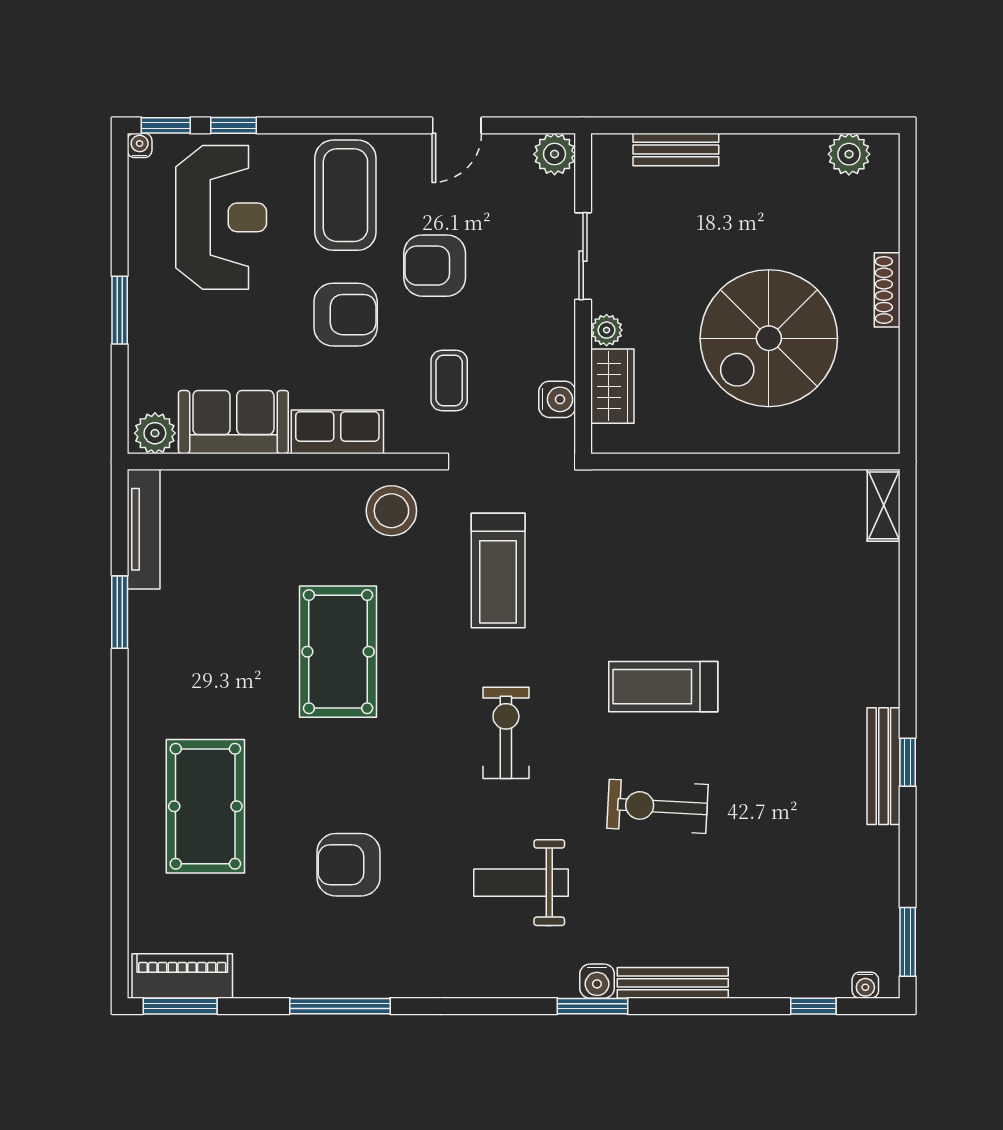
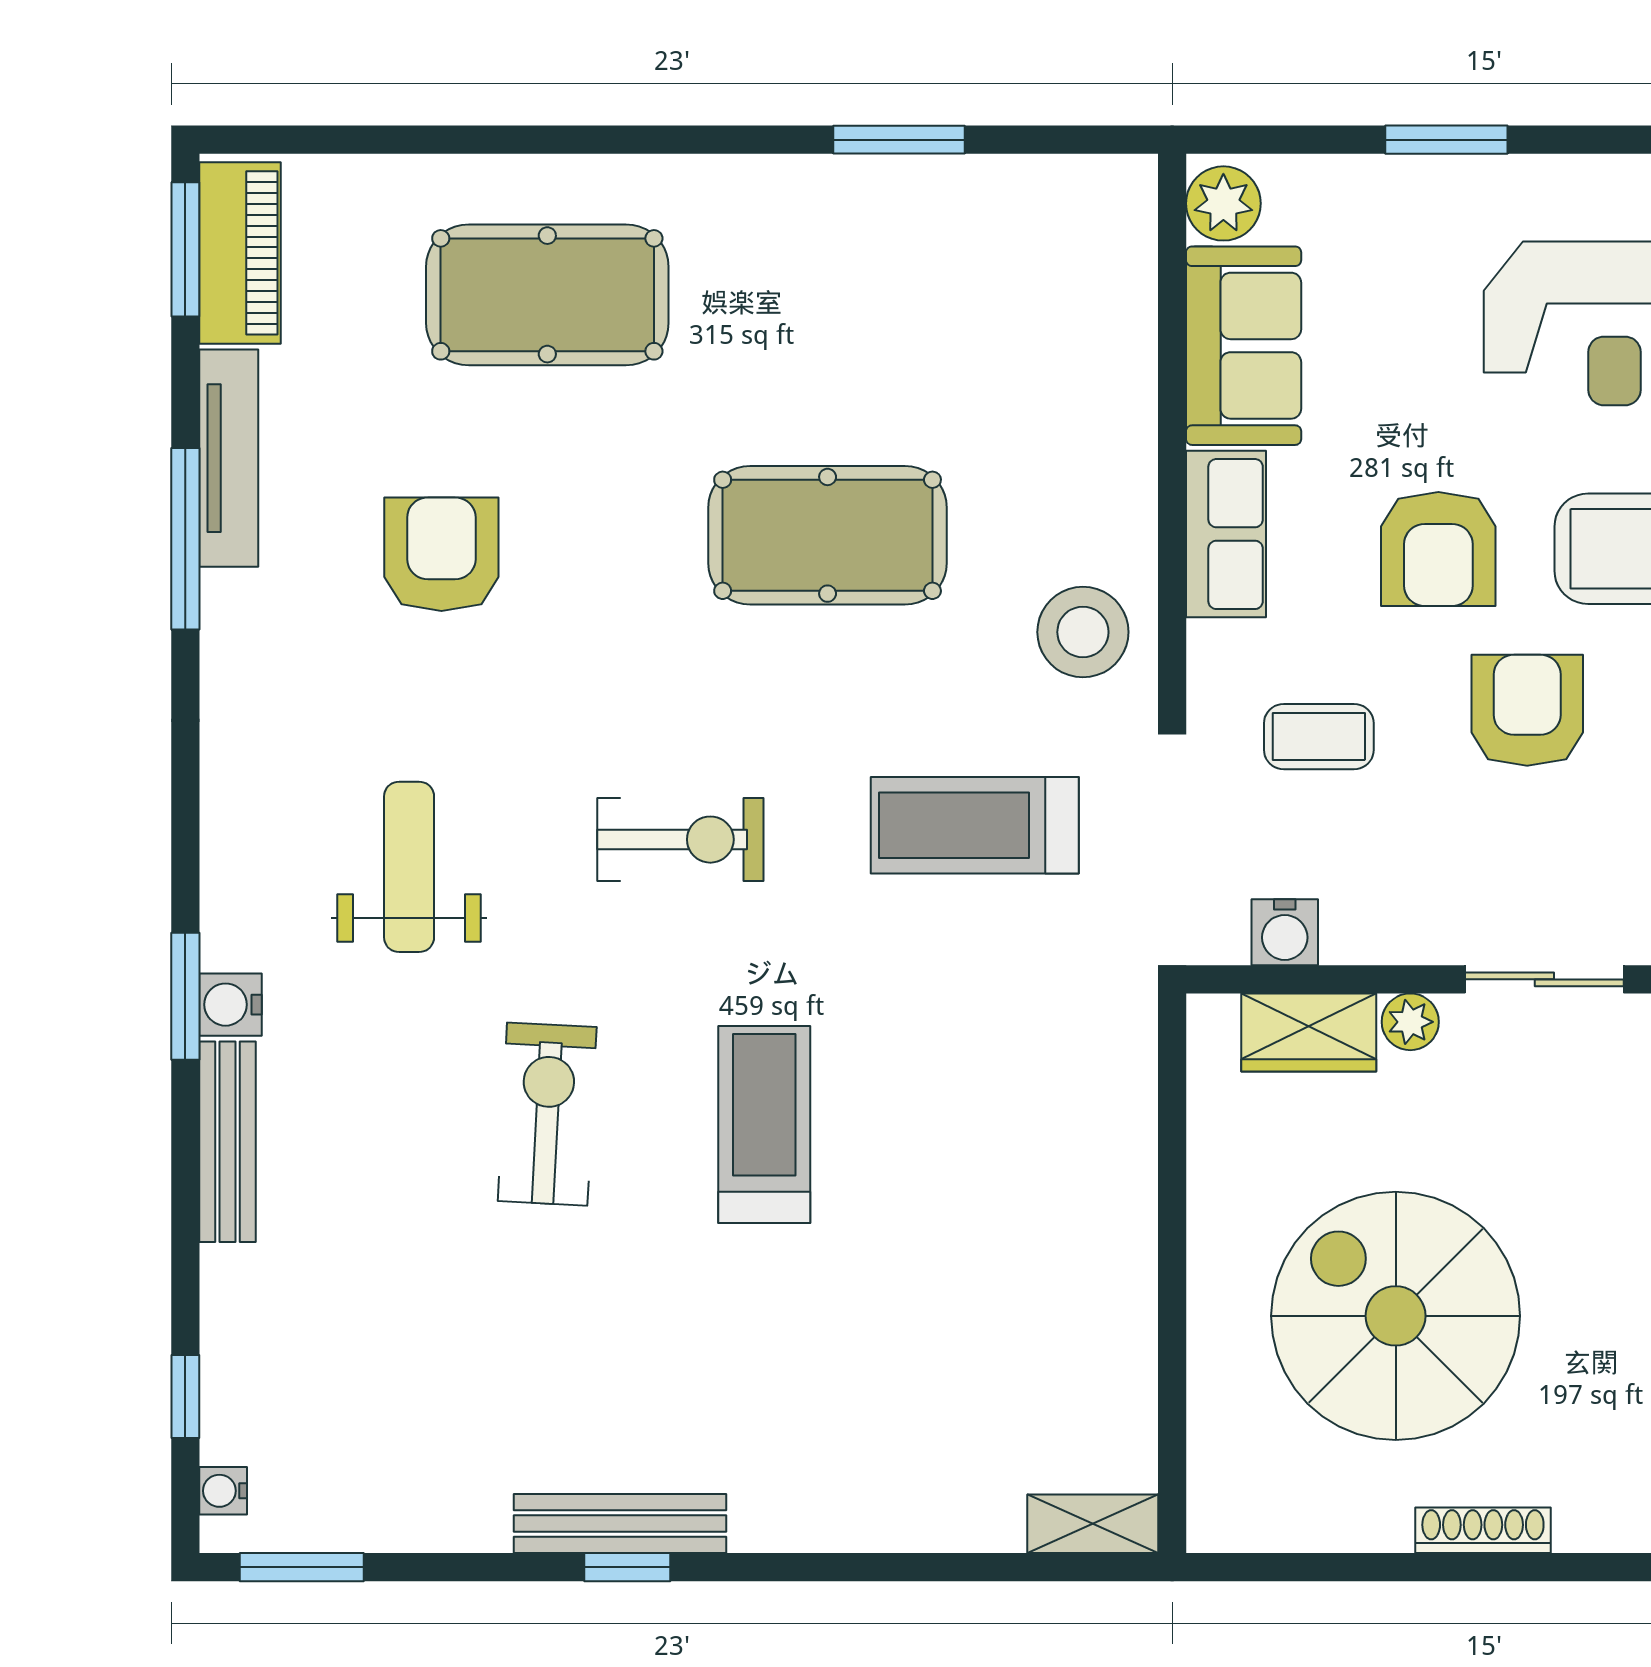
tv unit: (144, 529) -> (229, 458), moved, turned -90

